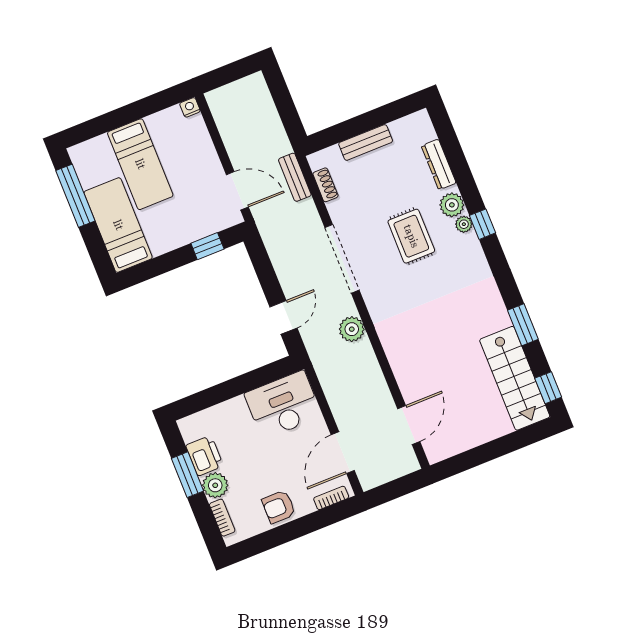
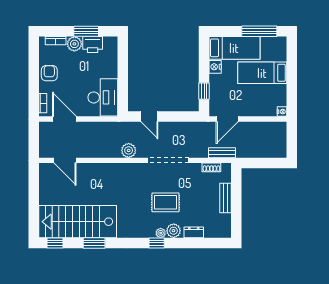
dresser: (439, 164) -> (194, 232), width x0.70
nightstand: (161, 244) -> (215, 67), added
stairs: (515, 378) -> (78, 222), width x1.36, depth x1.51

